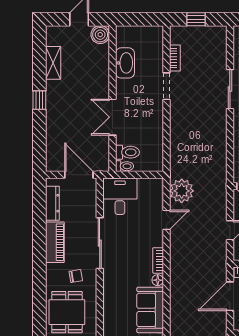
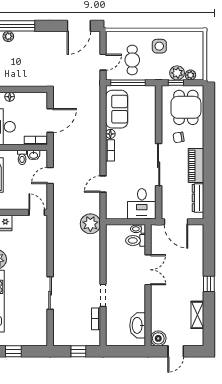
washbasin: (125, 63) -> (138, 325), moved
plant: (182, 191) -> (90, 224), moved

